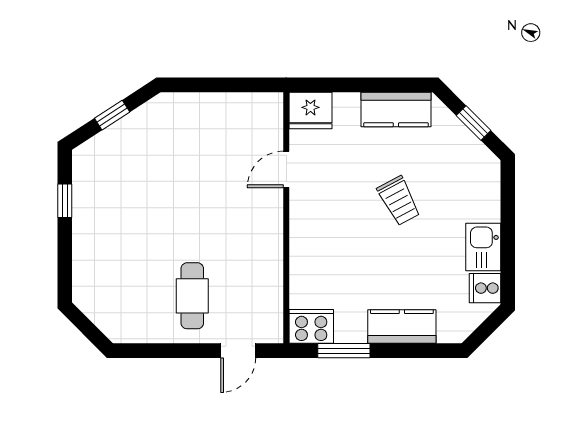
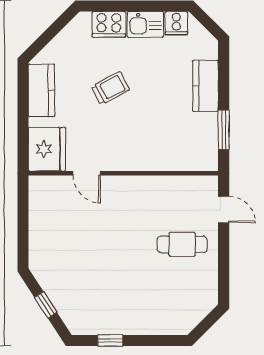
fridge: (310, 110) -> (47, 149), width x1.36, depth x1.34
window: (474, 123) -> (52, 32), removed
cooker: (311, 326) -> (109, 24), moved, turned -90

